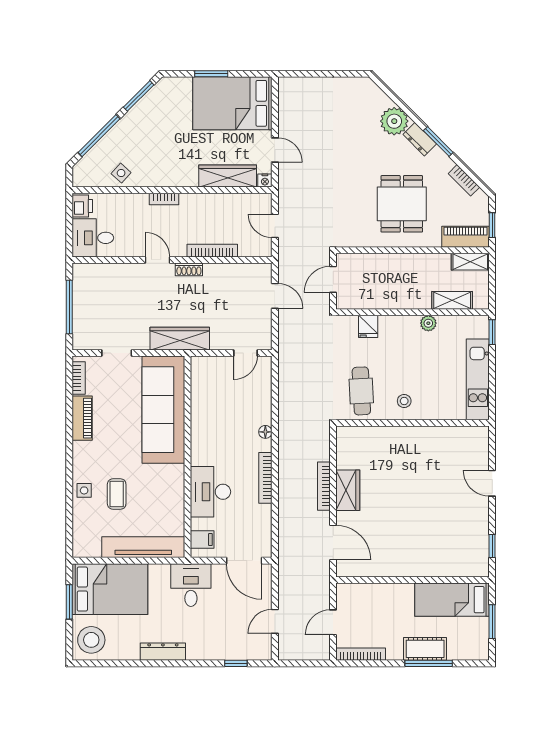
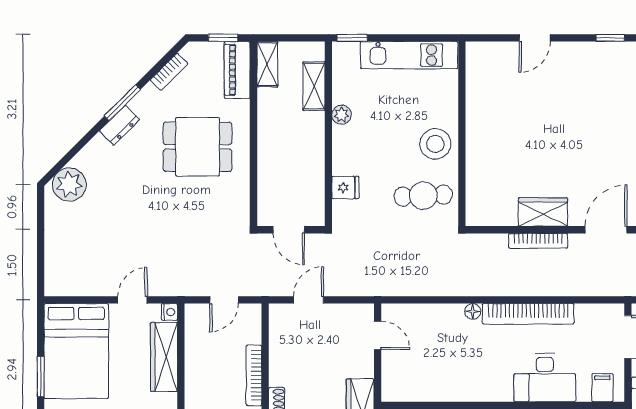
plant: (394, 121) -> (69, 185), moved
stool: (404, 401) -> (435, 144), width x1.89, depth x1.89
bookcase: (265, 478) -> (528, 314), width x1.48, depth x1.31

